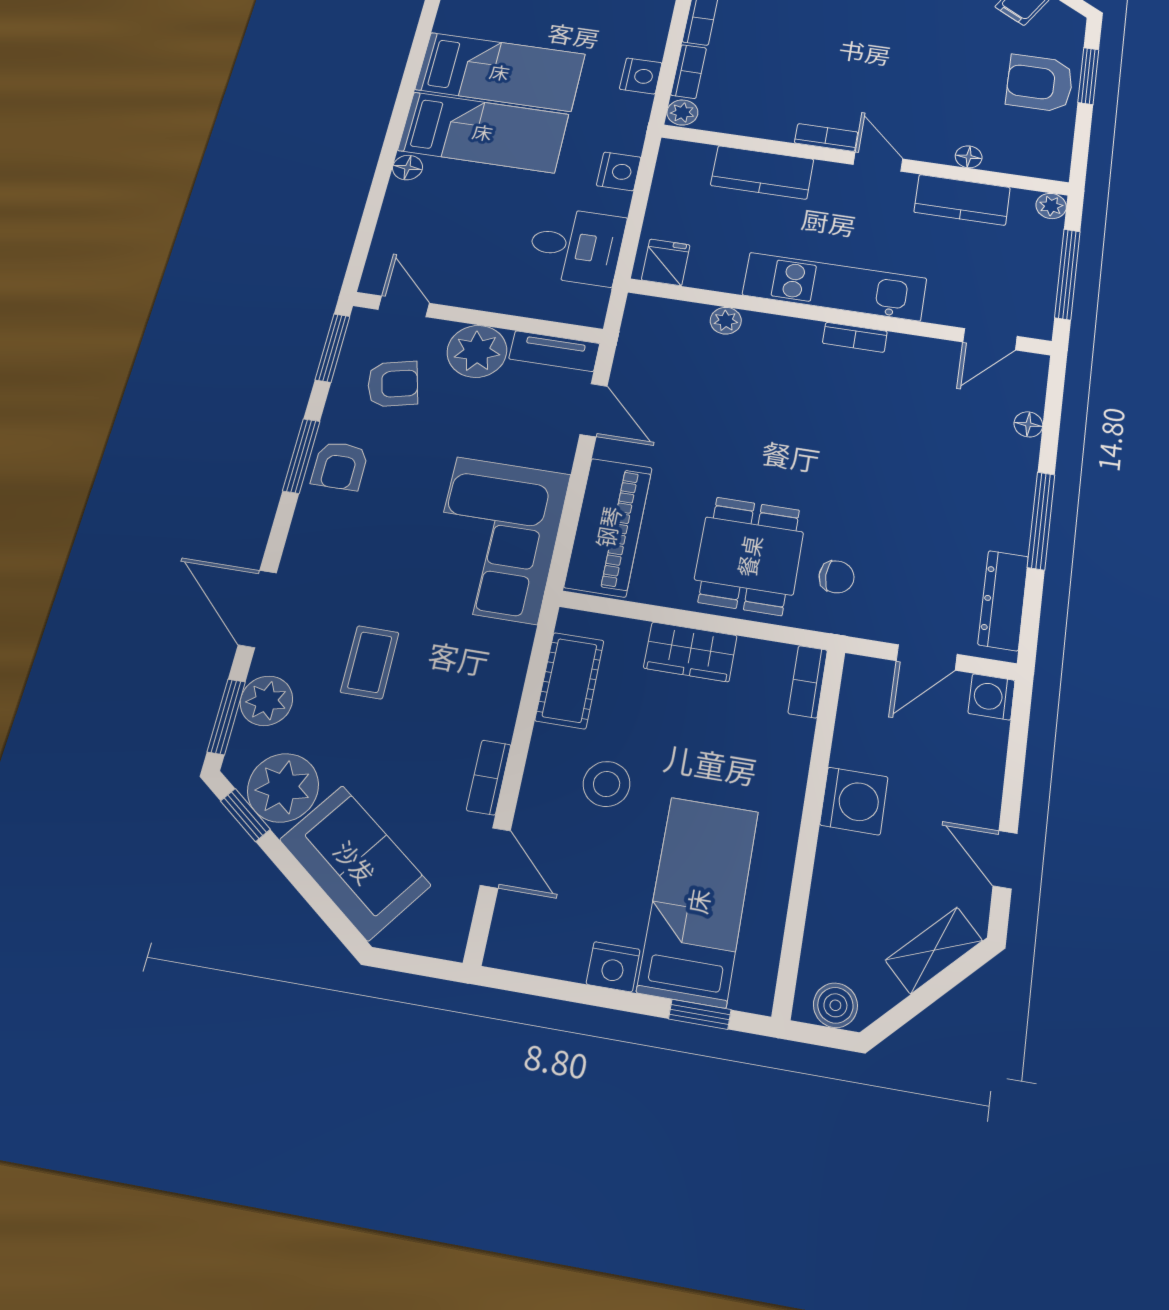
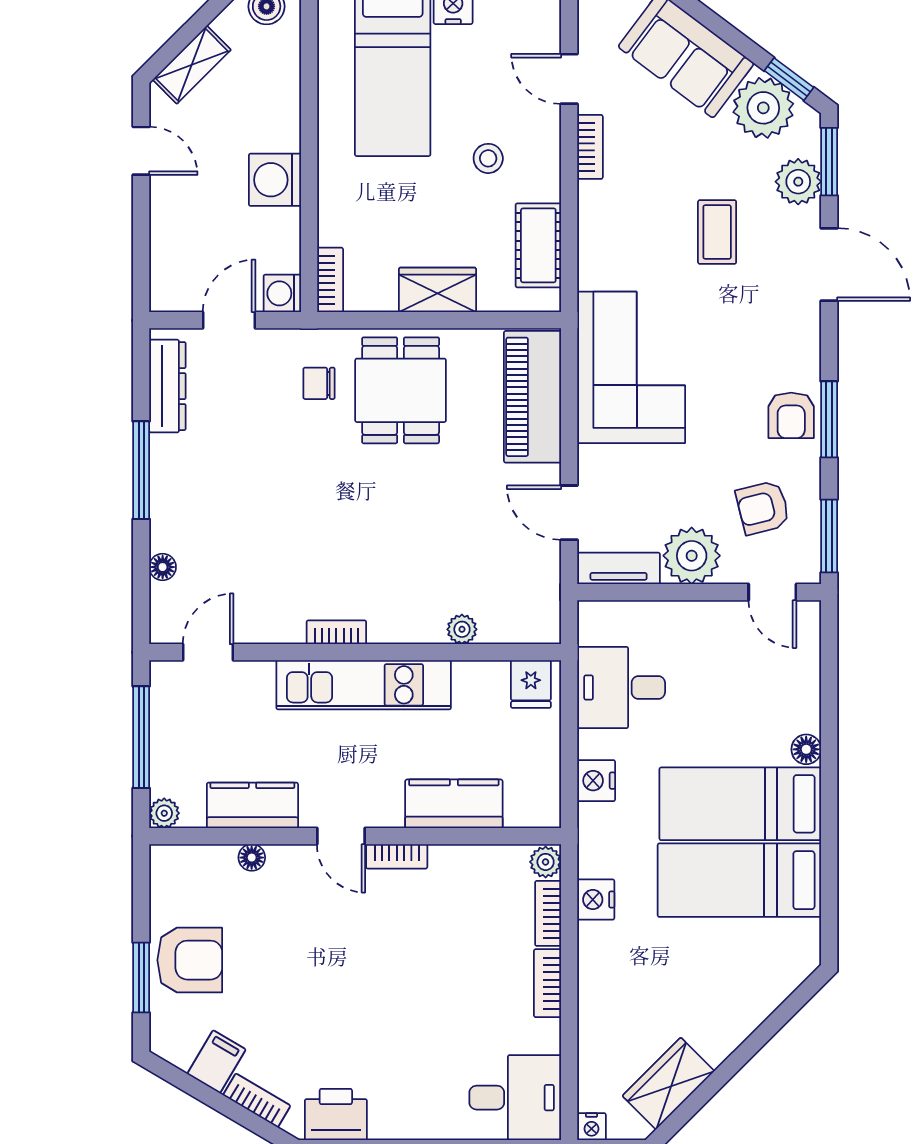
armchair: (340, 466) -> (791, 415), turned 180
washing machine: (992, 697) -> (282, 293), moved, turned 180
stool: (607, 784) -> (488, 158), width x0.73, depth x0.73

